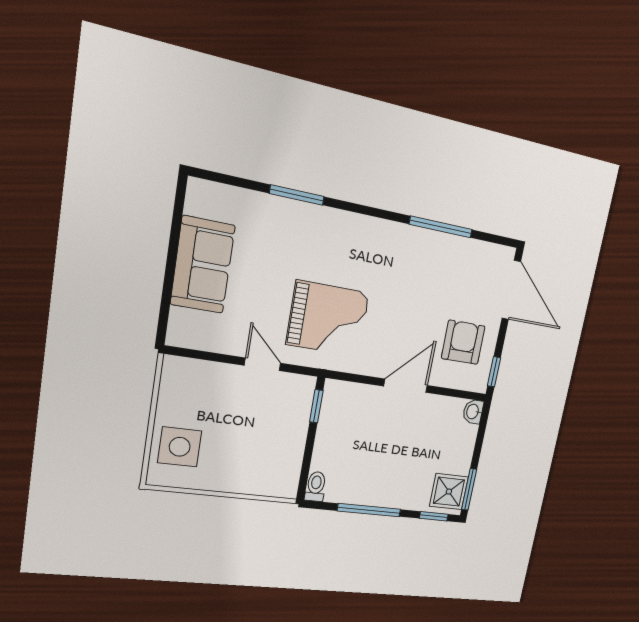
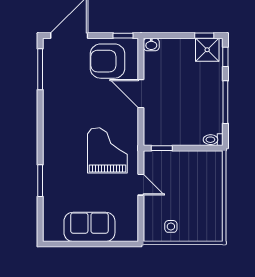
window: (441, 227) -> (40, 69), moved
armchair: (463, 342) -> (108, 61), width x1.36, depth x1.36
door: (262, 364) -> (141, 185), swing flipped
side table: (180, 447) -> (171, 226), moved, width x0.54, depth x0.54
window: (469, 489) -> (204, 36), width x0.67

